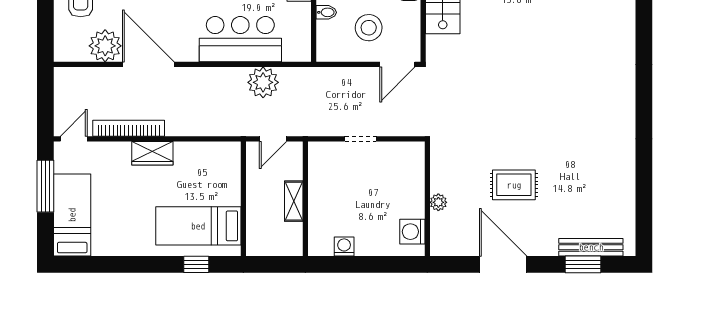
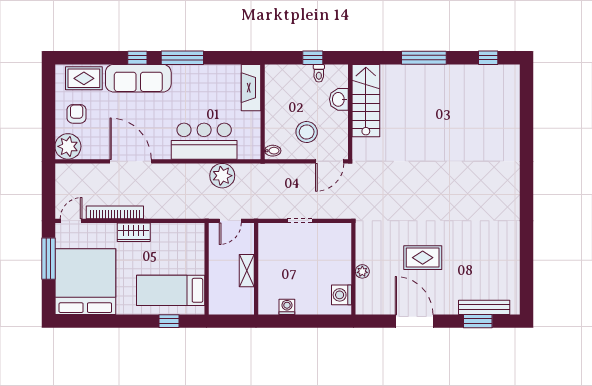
bidet: (326, 12) -> (273, 151), moved
plant: (105, 46) -> (68, 146), moved
bed: (72, 215) -> (85, 282), width x2.04

